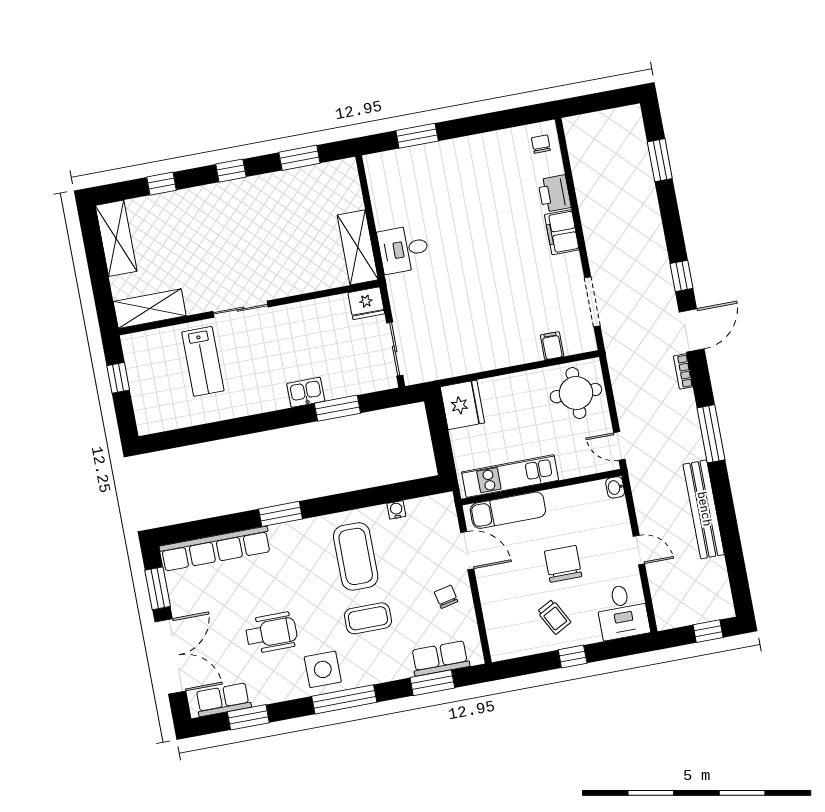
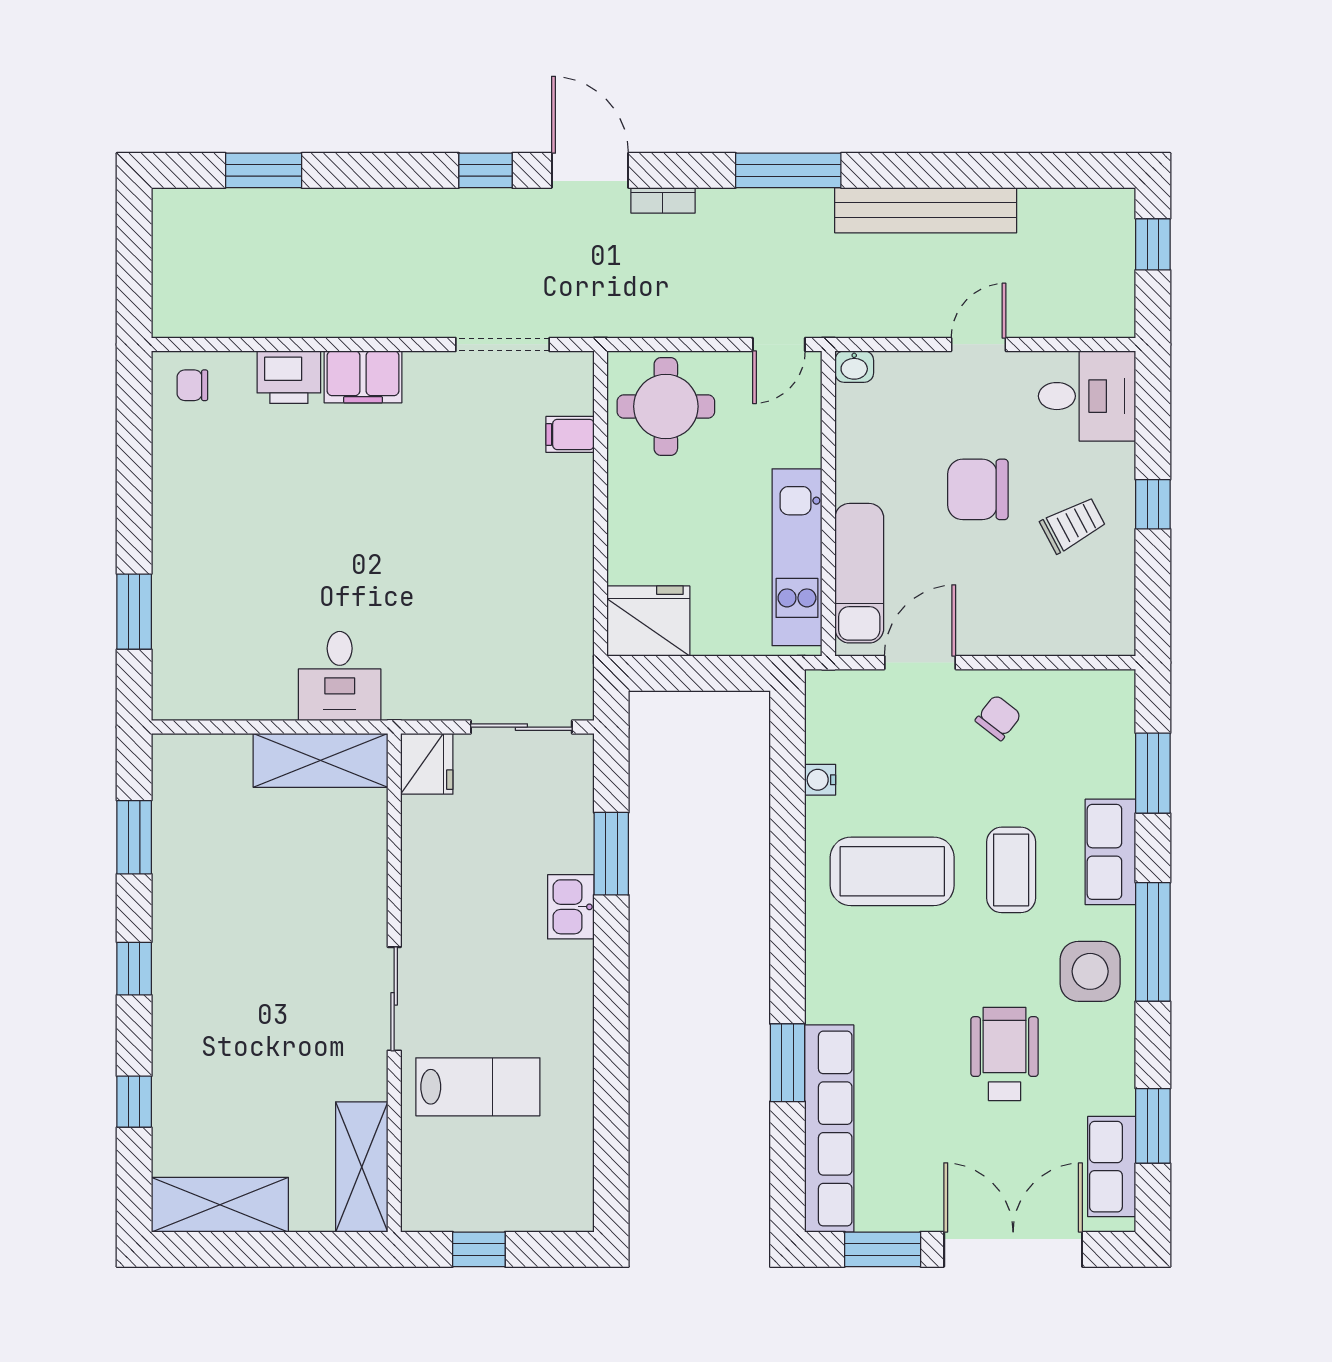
window: (281, 514) -> (788, 1063), moved
chair: (446, 597) -> (998, 718), turned 140
row of seats: (440, 658) -> (1110, 852), moved

